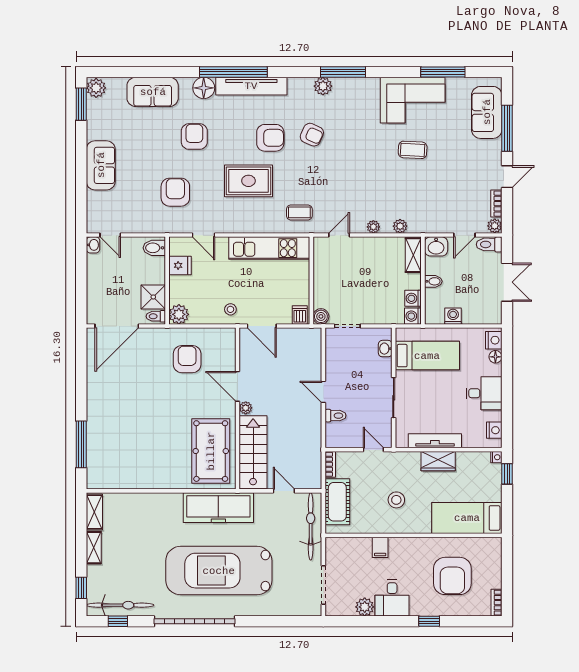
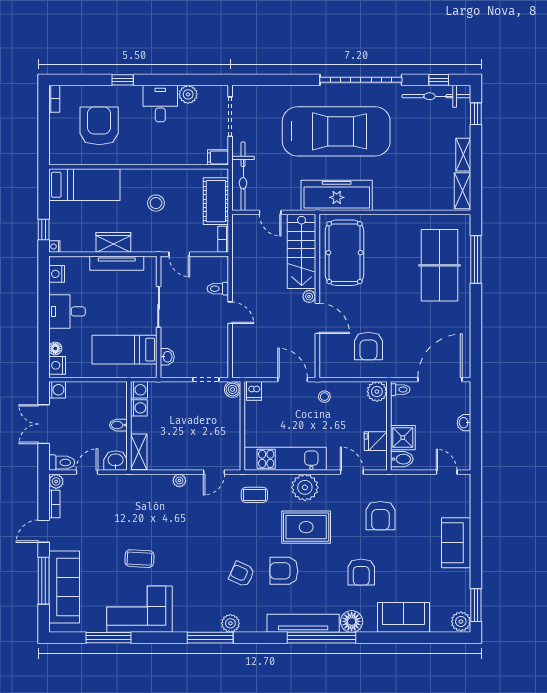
sofa: (487, 112) -> (64, 587), width x1.36
plant: (400, 226) -> (305, 487), moved, width x1.87, depth x1.87
washbasin: (93, 245) -> (464, 423), moved
shower: (153, 297) -> (403, 438), moved
washing machine: (453, 316) -> (57, 390), moved, turned -90
table tennis table: (117, 439) -> (439, 265), added
filing cabinet: (380, 547) -> (218, 157), moved, turned -90

